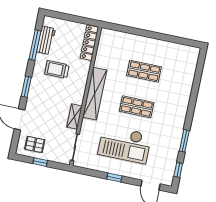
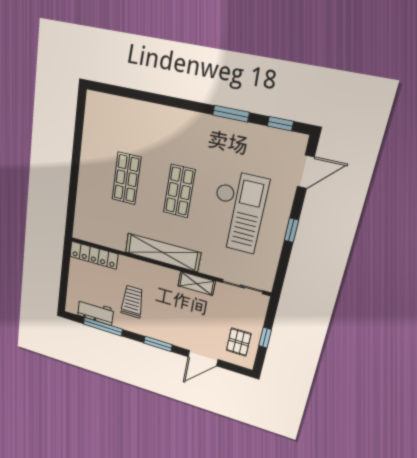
trolley: (57, 69) -> (132, 302), turned 180

